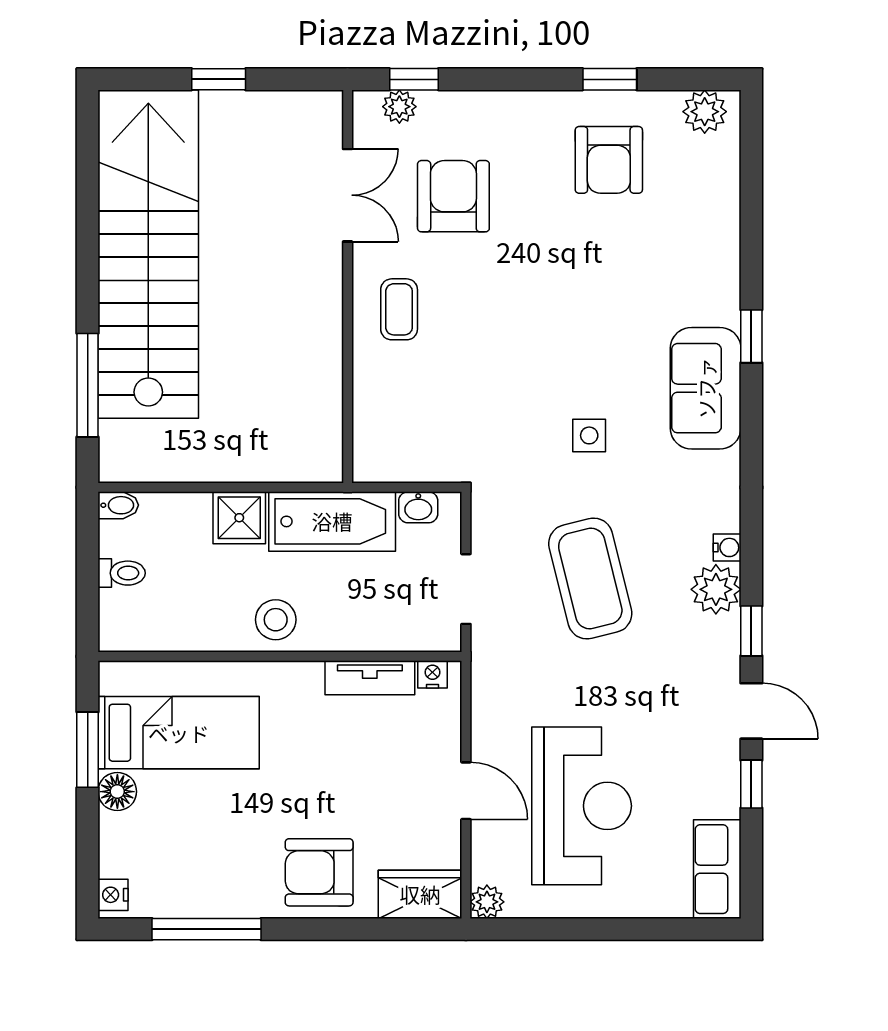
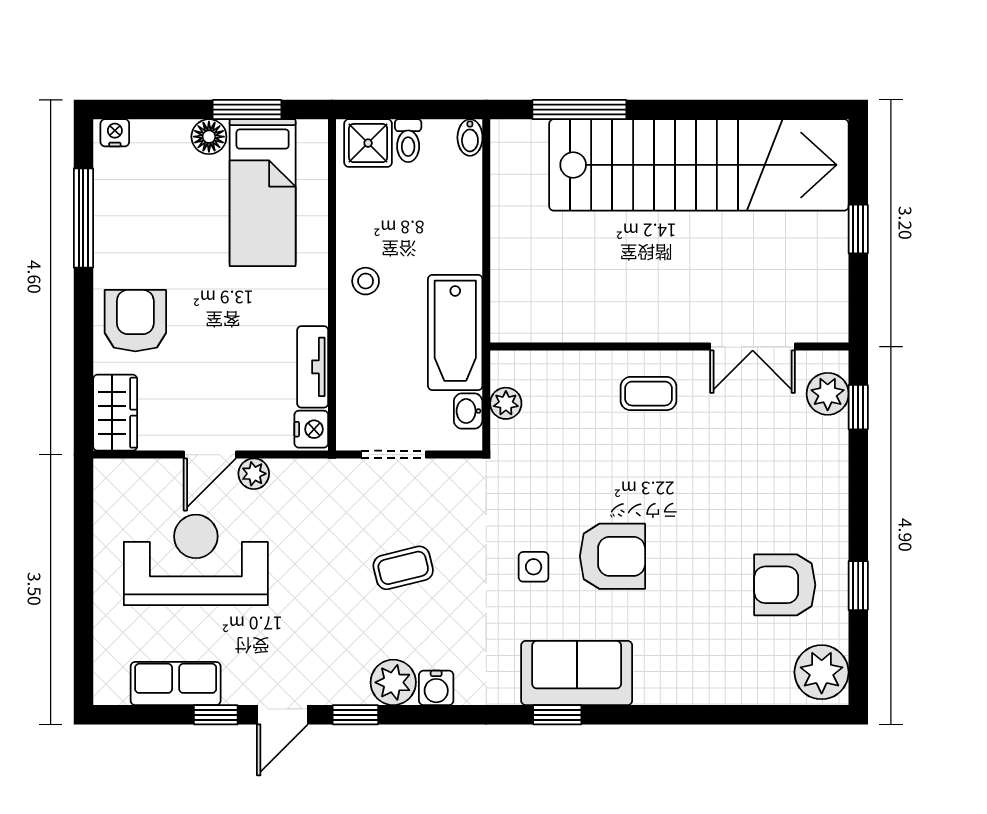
plant: (399, 107) -> (828, 394), width x1.38, depth x1.38
plant: (705, 112) -> (822, 672), width x1.36, depth x1.36
armchair: (453, 196) -> (612, 556), moved
window: (751, 336) -> (557, 715), moved
plant: (410, 466) -> (506, 403), added
shower: (239, 518) -> (368, 143), moved
water cooler: (727, 547) -> (436, 688), width x1.38, depth x1.38
coffee table: (590, 578) -> (403, 568), width x0.54, depth x0.58
stool: (276, 620) -> (366, 281), width x0.73, depth x0.73
nightstand: (432, 674) -> (311, 429), width x1.39, depth x1.35
reception desk: (582, 806) -> (196, 560), turned 180
row of seats: (717, 869) -> (176, 684), moved
plant: (487, 902) -> (254, 474), moved

